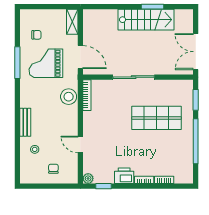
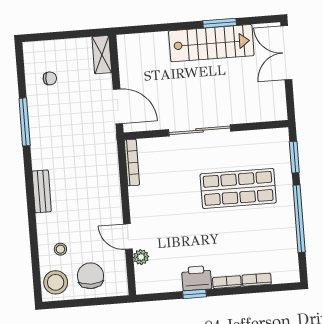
double door: (196, 52) -> (286, 53), moved
grand piano: (46, 63) -> (67, 120), removed
stool: (69, 97) -> (56, 282), moved
bench: (25, 122) -> (42, 191), moved
chair: (53, 169) -> (91, 276), width x1.87, depth x1.87
plant: (88, 178) -> (141, 257), moved
window: (103, 186) -> (195, 294), moved

